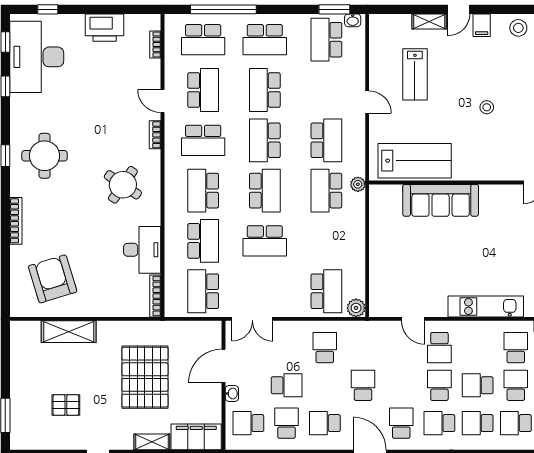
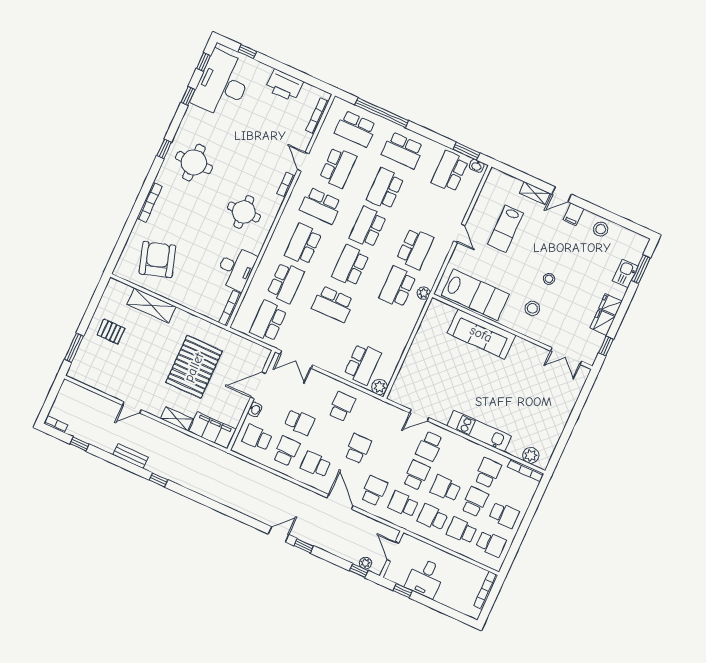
bookcase: (155, 44) -> (317, 116), width x1.56
stool: (483, 147) -> (532, 308), added
round table: (123, 185) -> (244, 212), turned -34
school desk: (265, 191) -> (350, 266), turned 180
door: (413, 319) -> (419, 415), hinge flipped
pallet: (66, 405) -> (111, 332), moved

